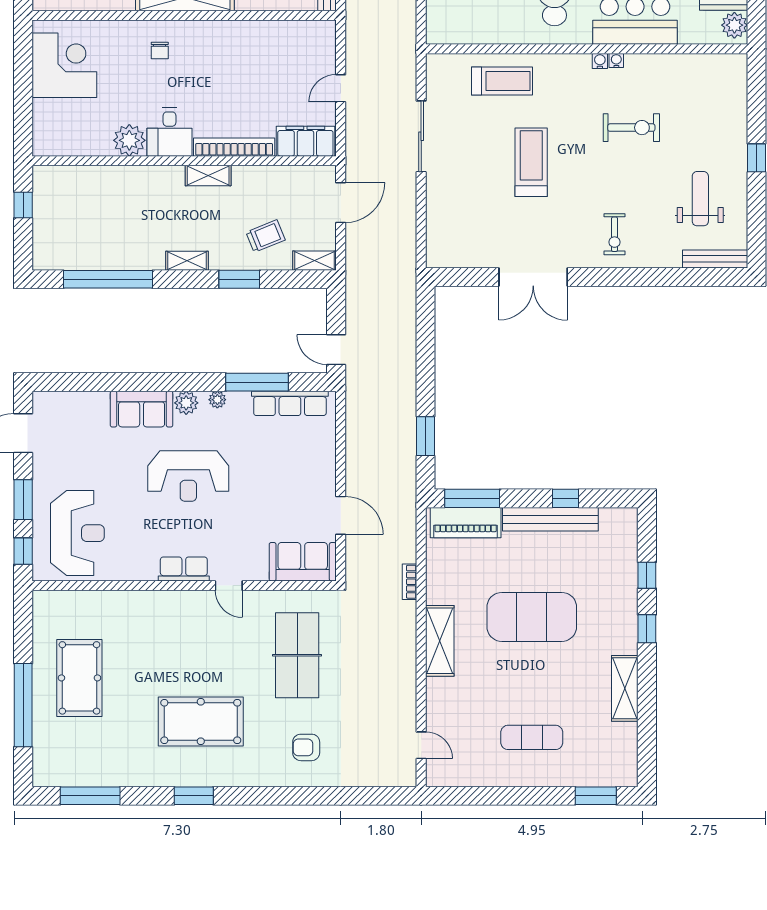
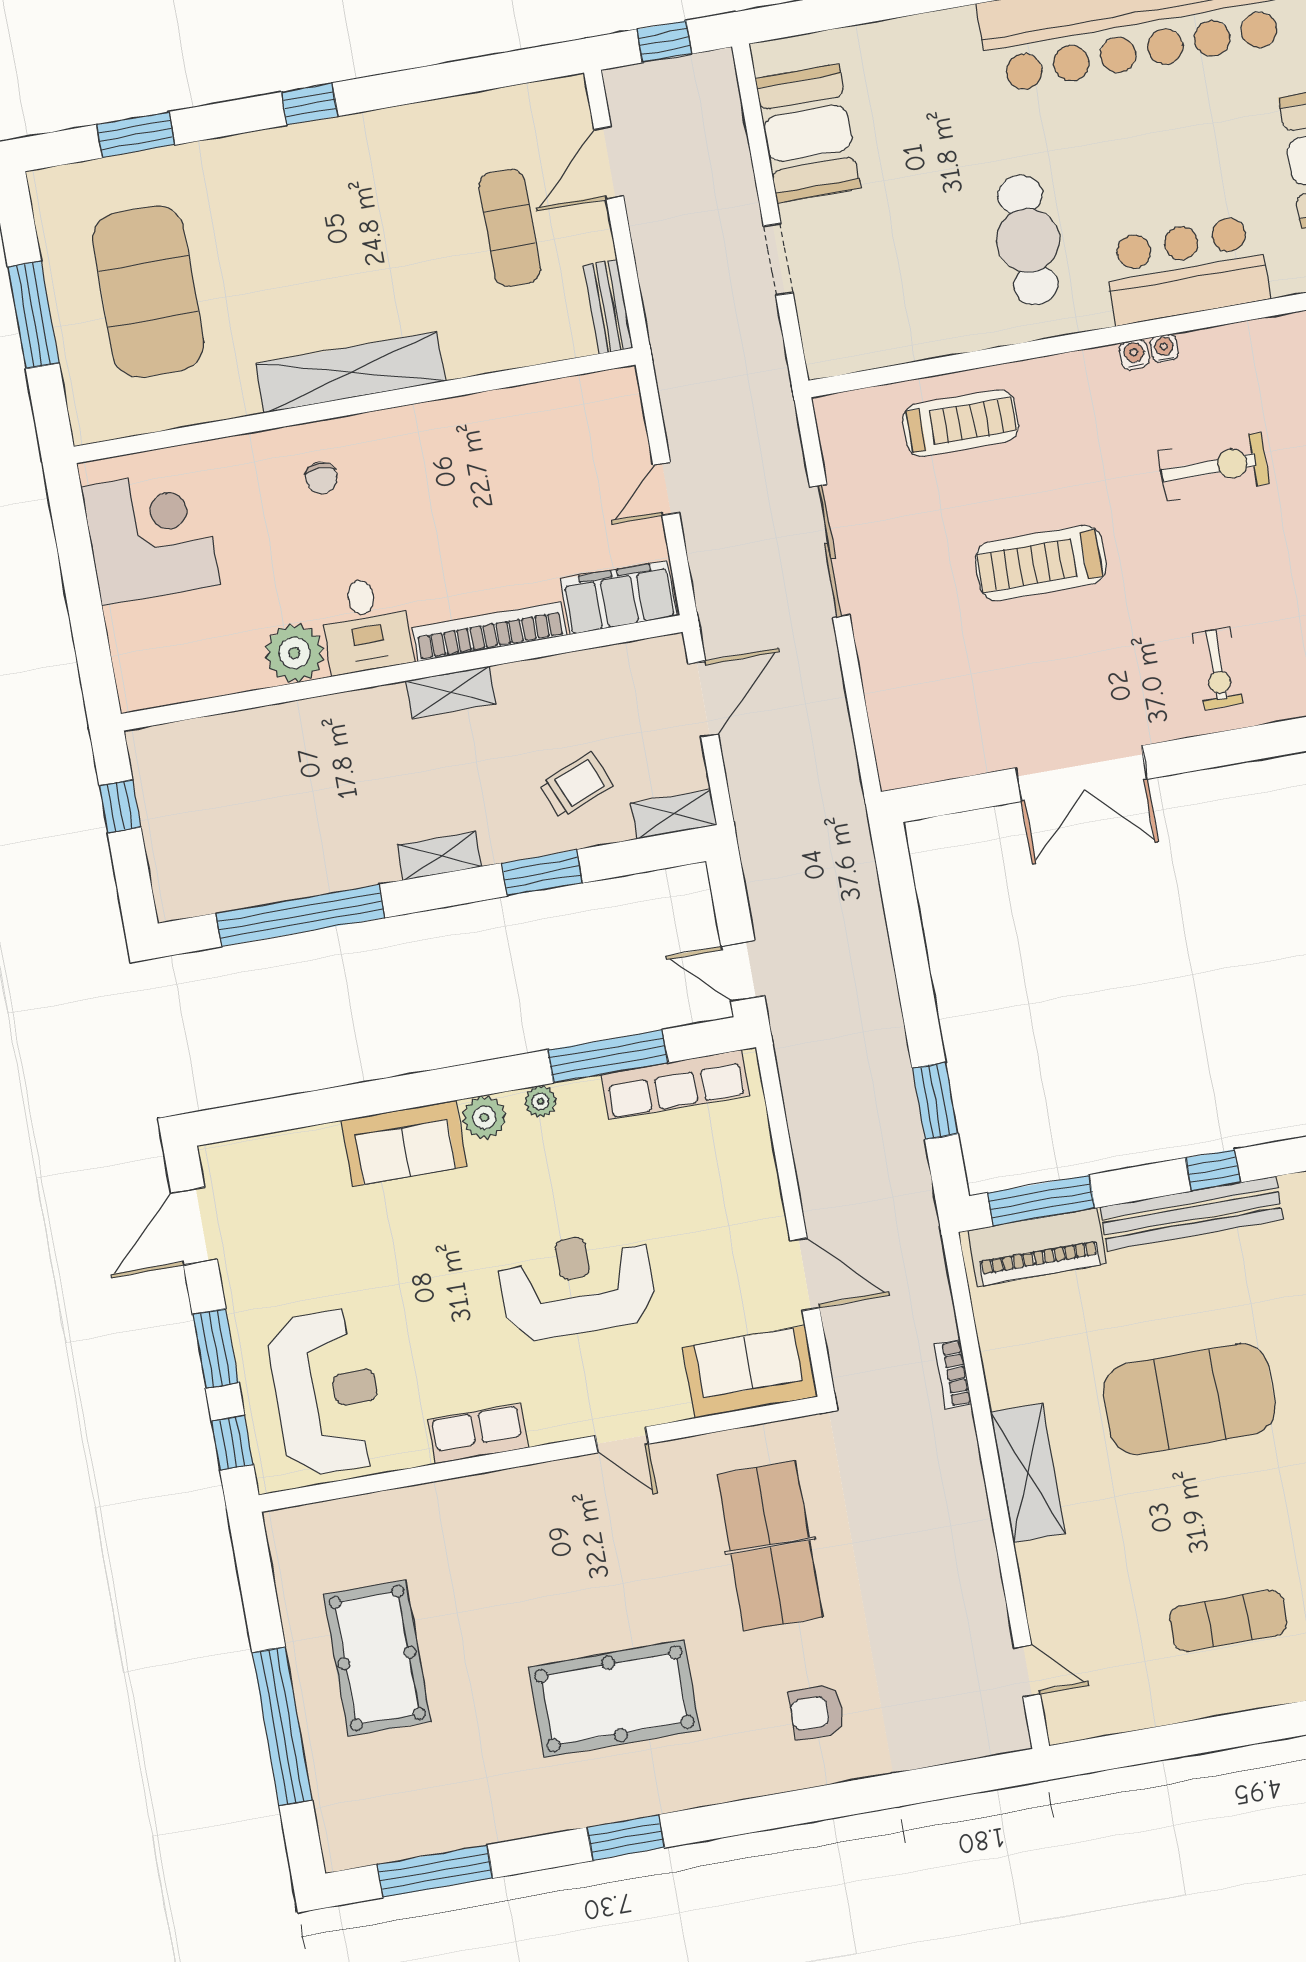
treadmill: (531, 162) -> (1041, 563), turned -90
reception desk: (188, 476) -> (577, 1285), moved, turned 180
row of seats: (184, 569) -> (477, 1434), moved

